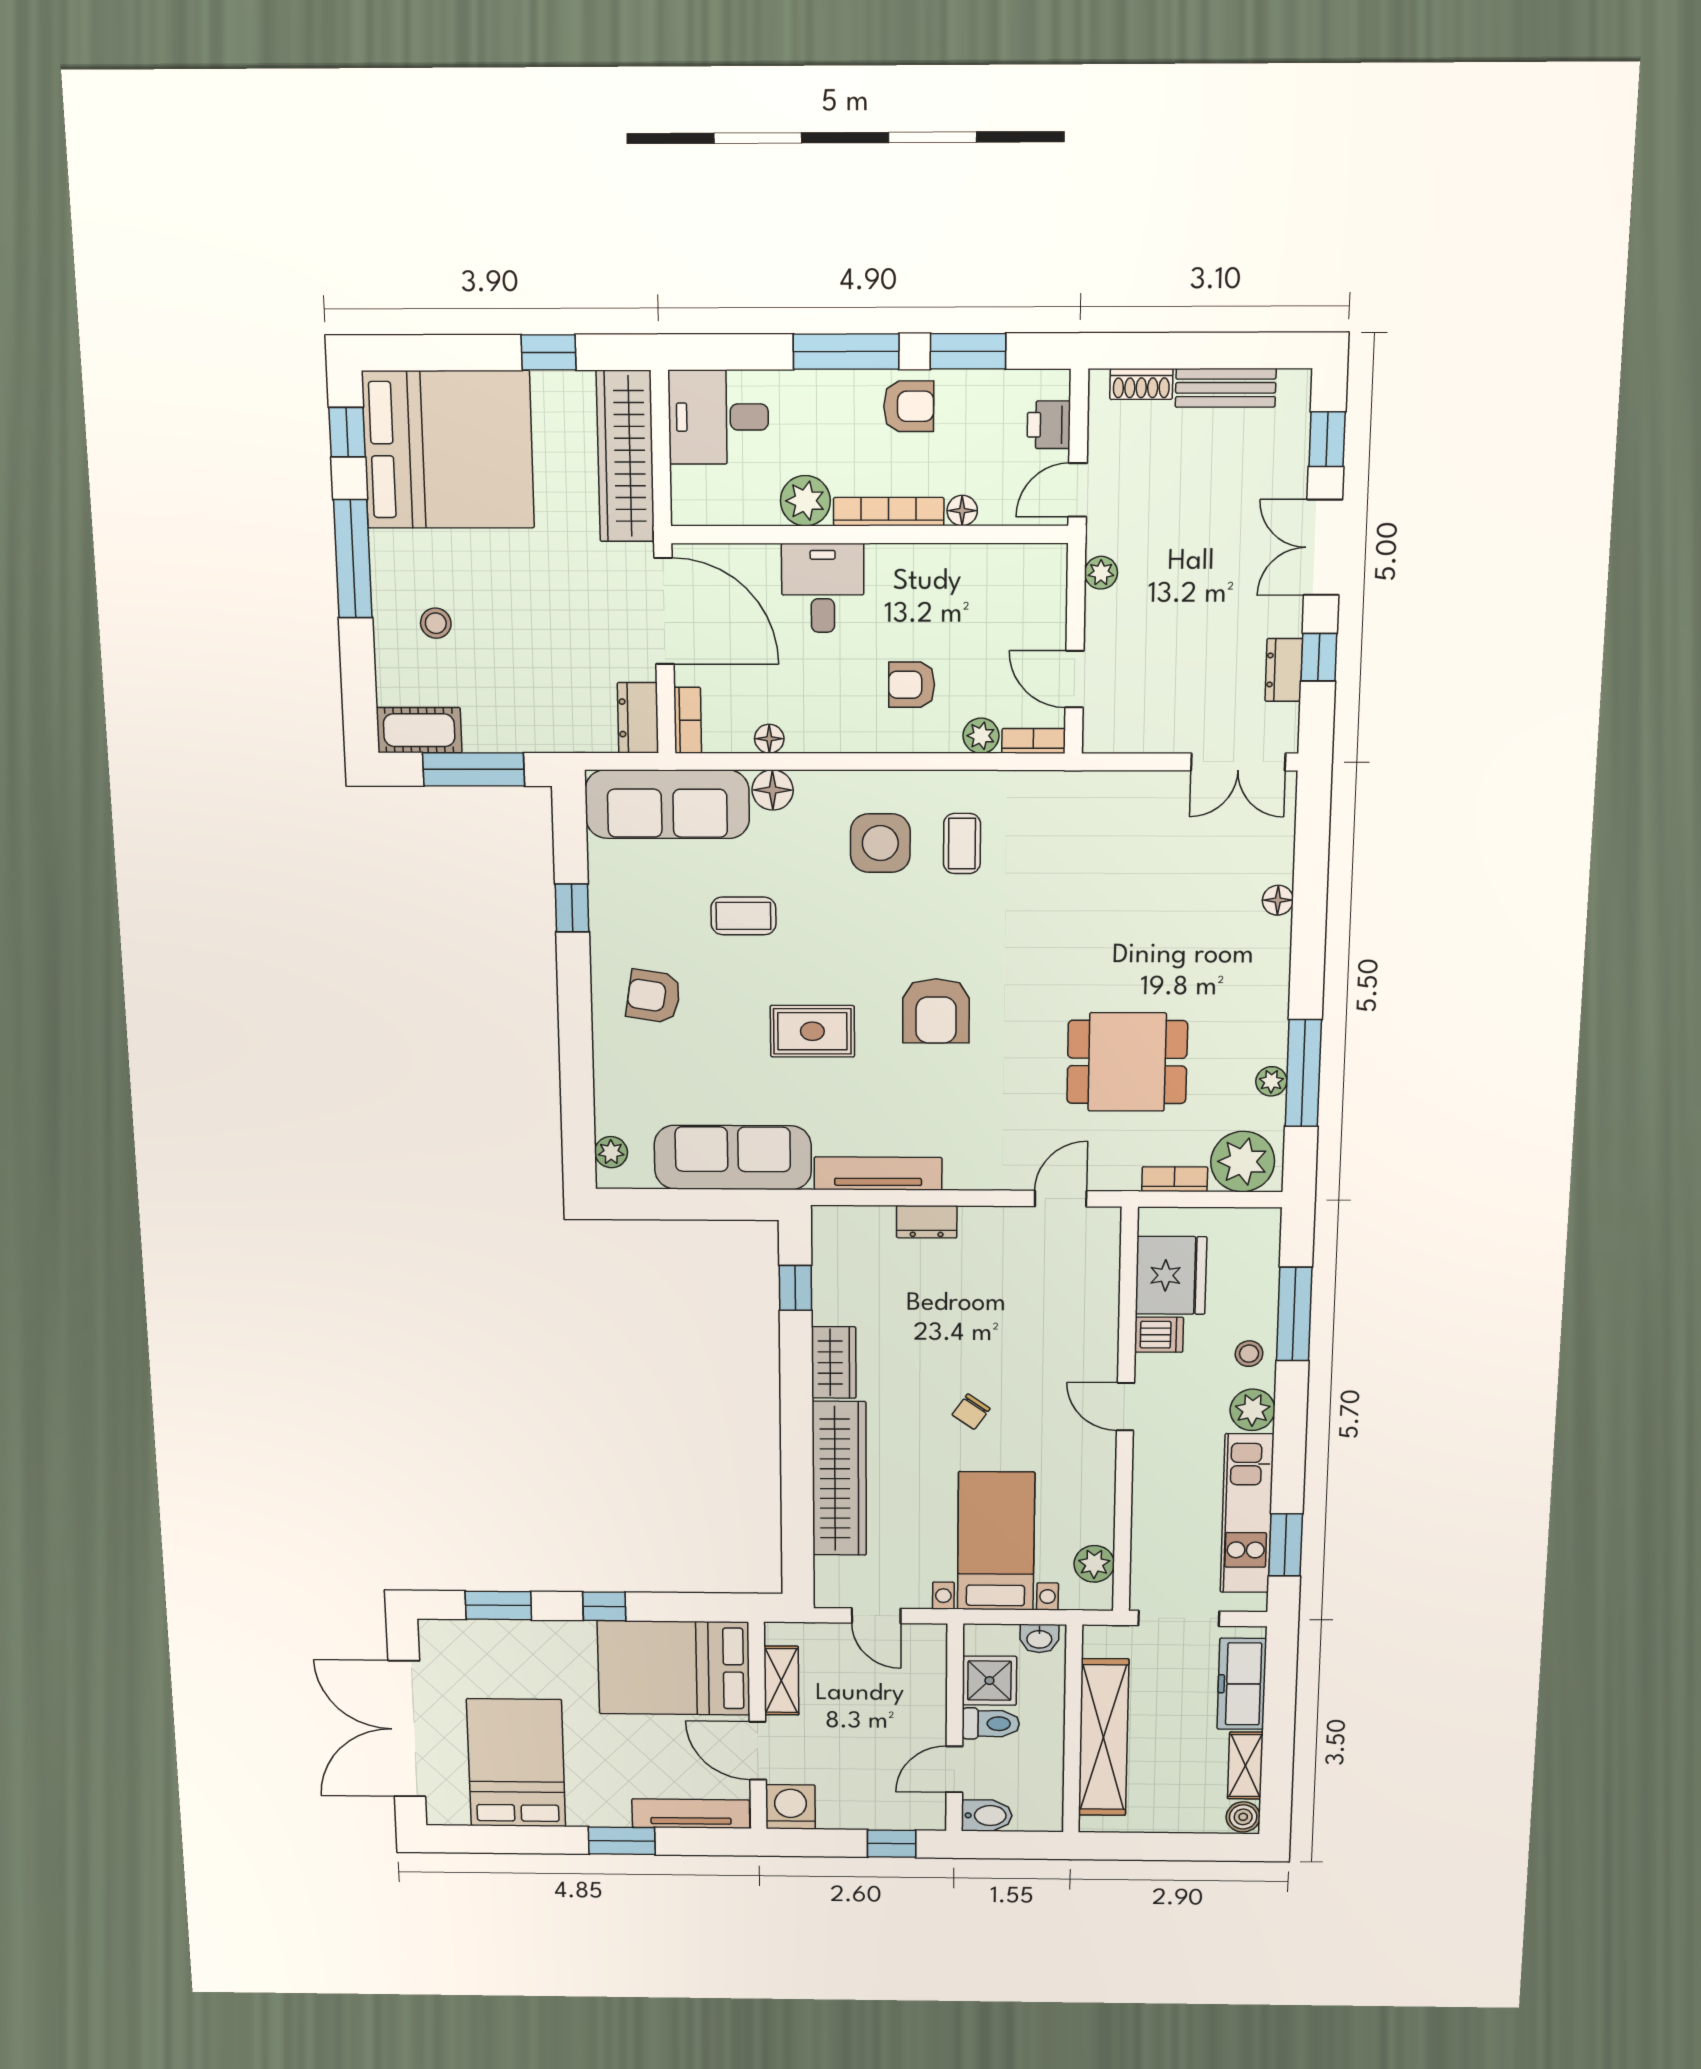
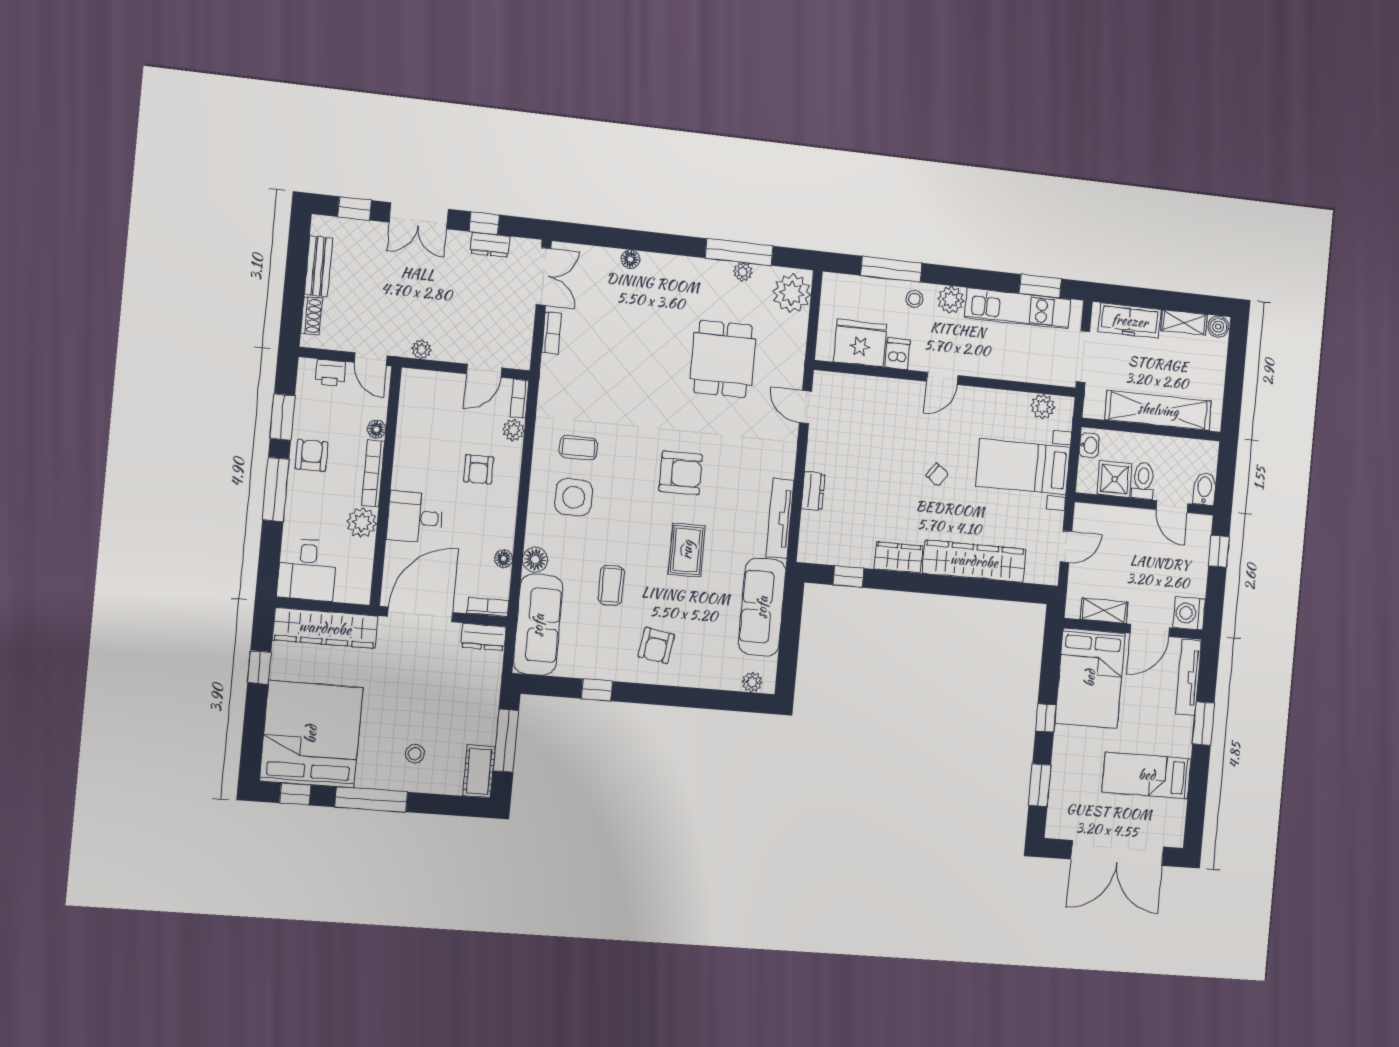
bookcase: (1175, 1179) -> (552, 333), moved, turned 180
bed: (516, 1763) -> (1147, 775), width x0.67

